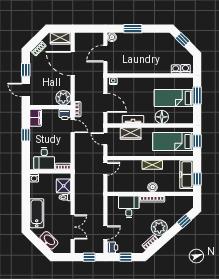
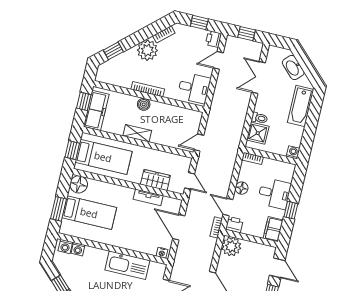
kitchen sink: (137, 66) -> (127, 265), added
floor lamp: (162, 117) -> (79, 184), moved
floor lamp: (66, 143) -> (242, 188), added
desk: (44, 158) -> (274, 193), moved, turned 90
desk: (129, 207) -> (194, 88), moved, turned -90

